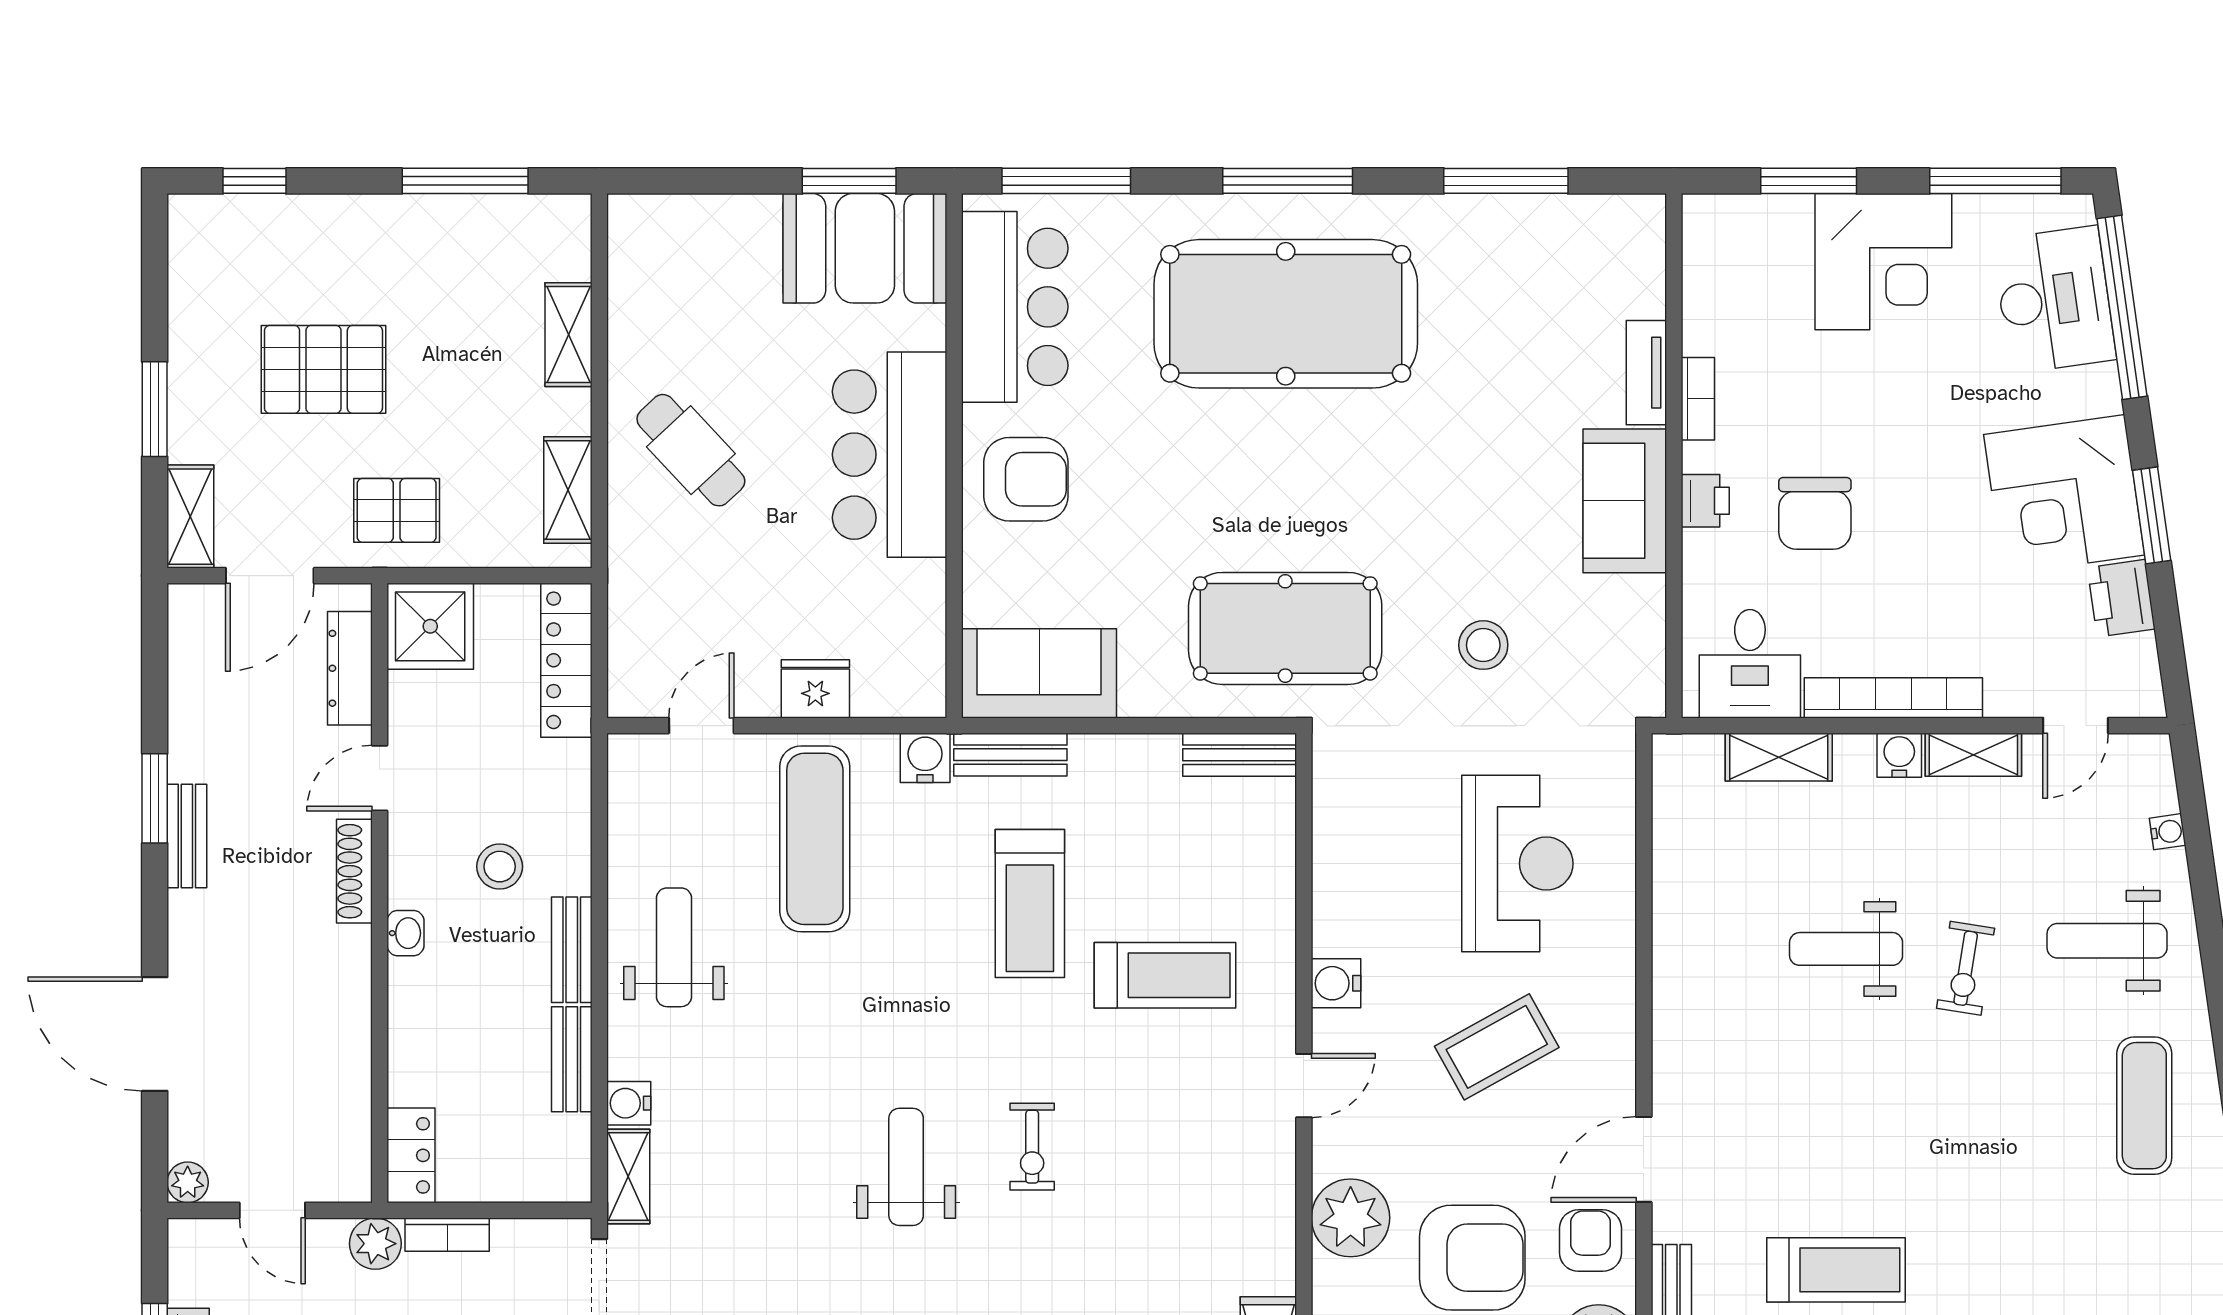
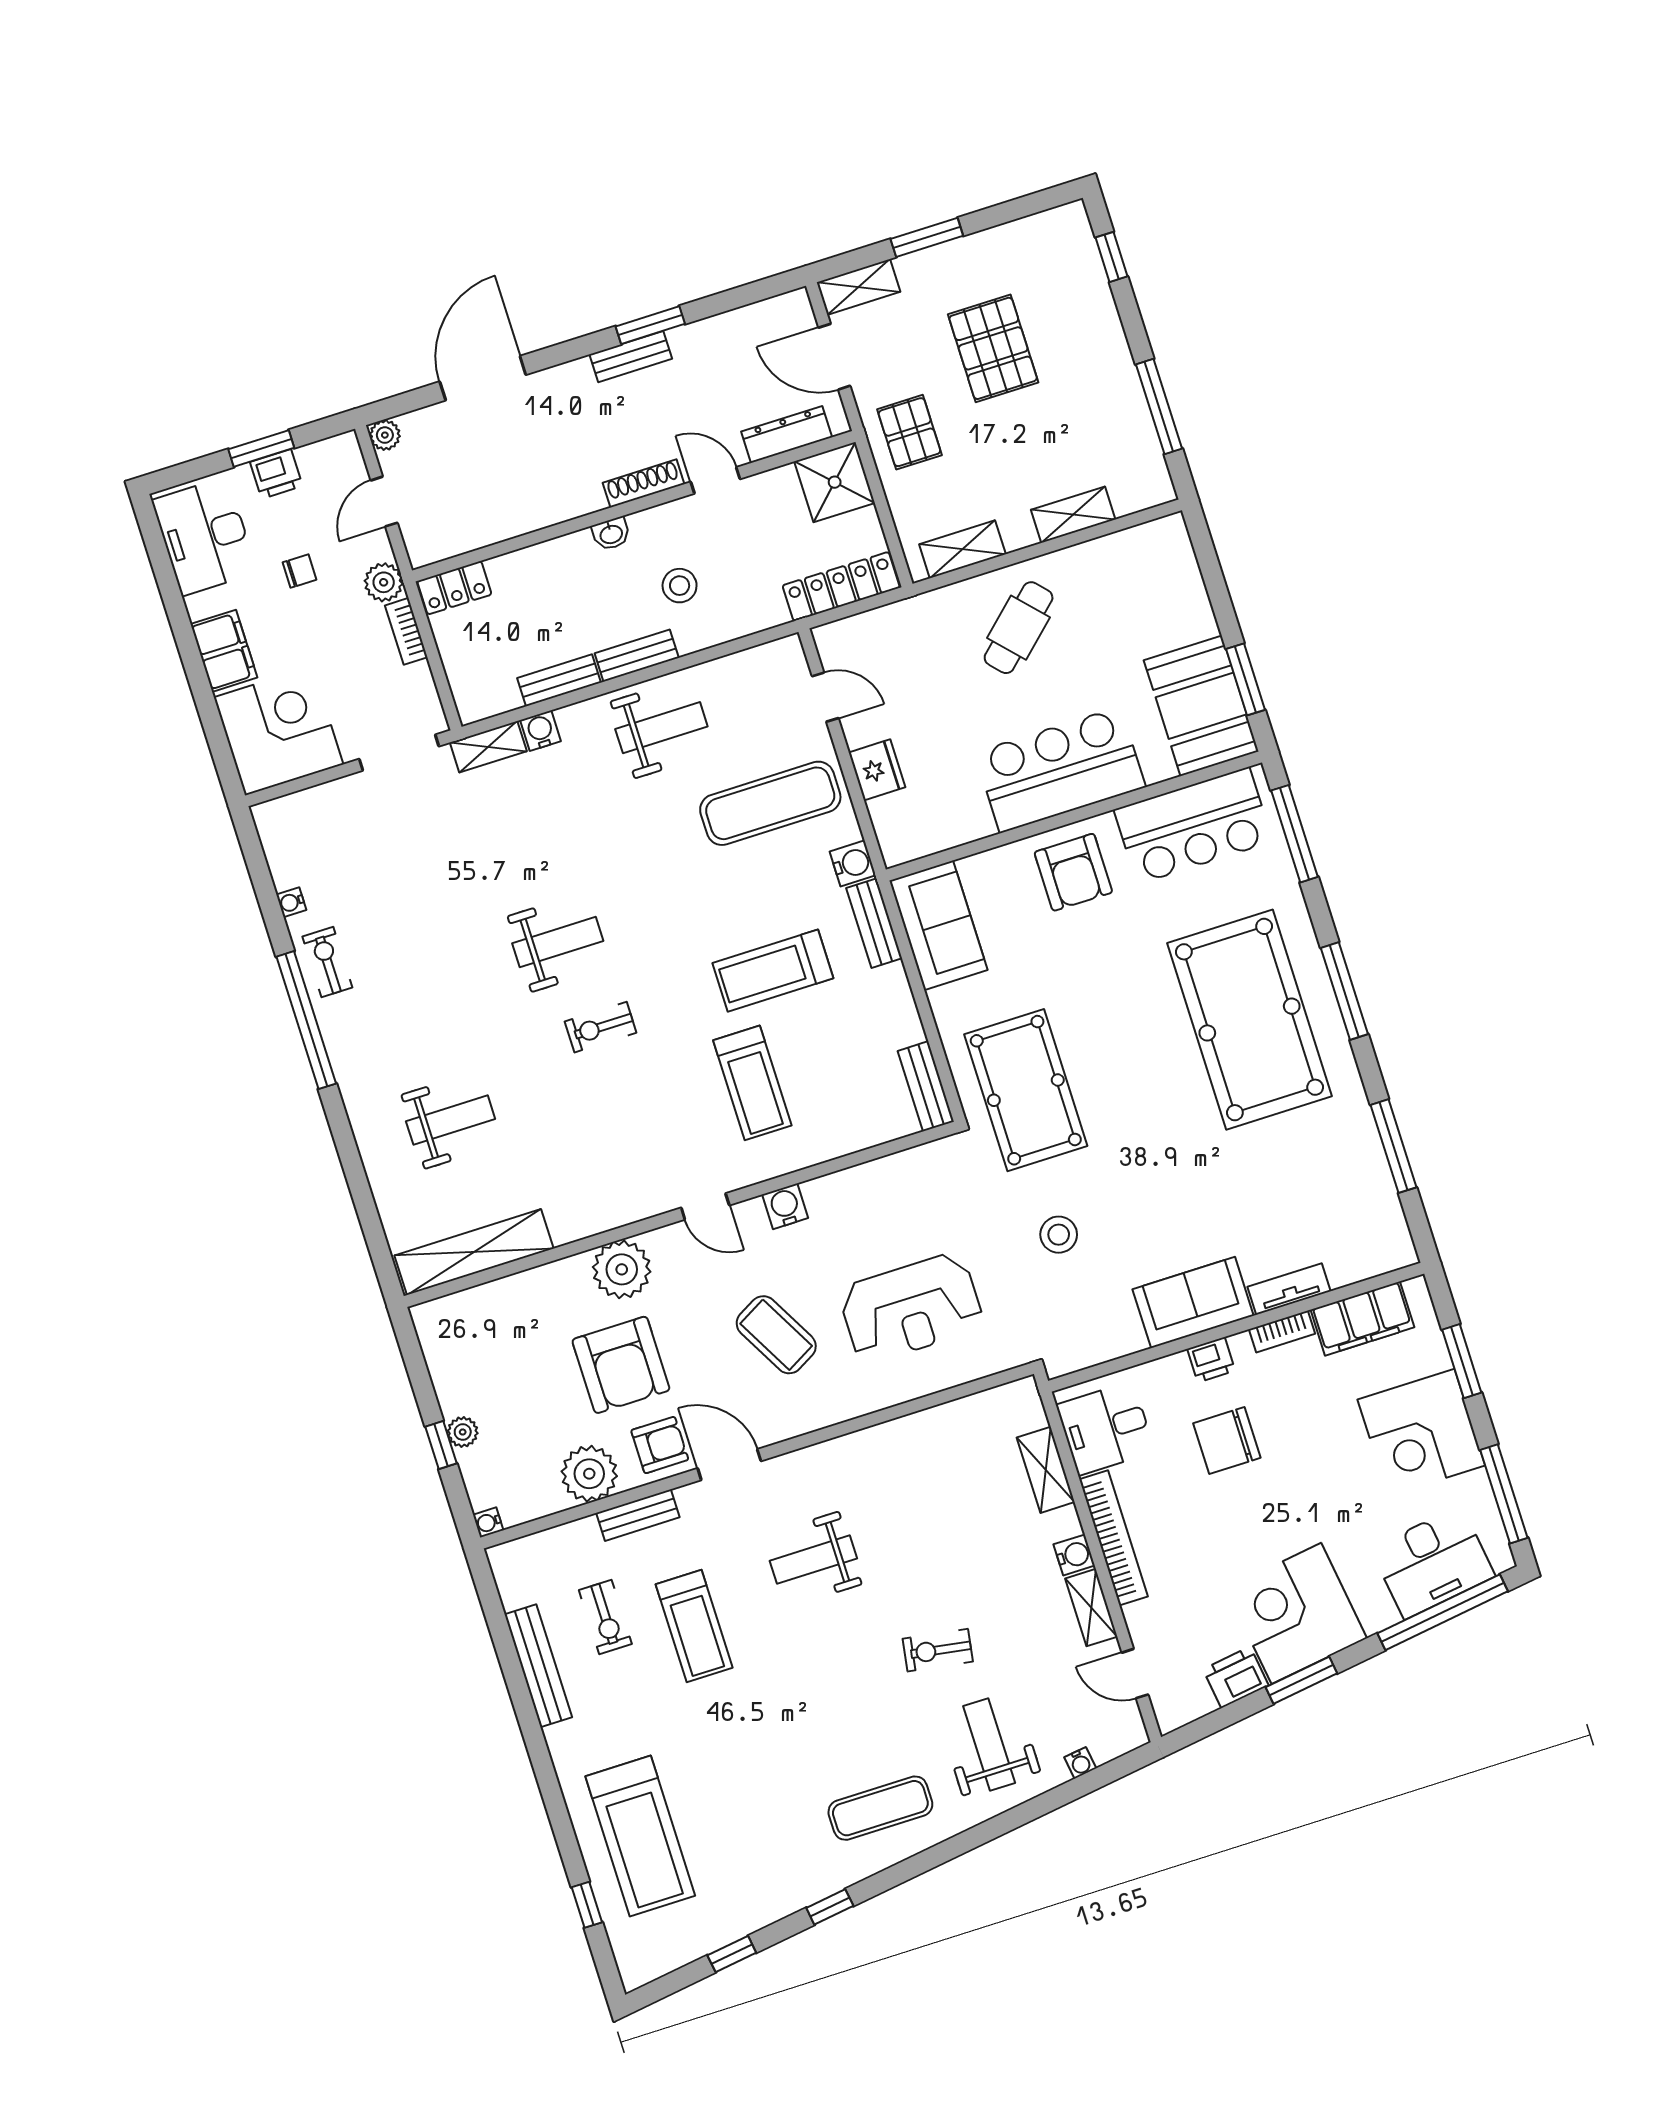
filing cabinet: (1714, 291) -> (1362, 1319), added
weight bench: (1846, 949) -> (813, 1560), moved, turned -90

